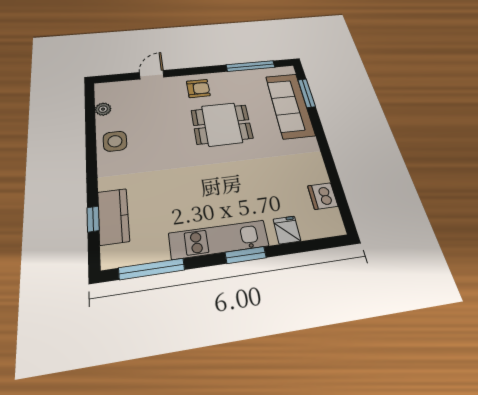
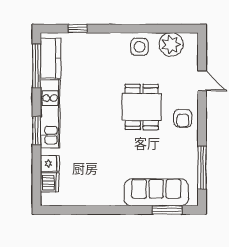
plant: (103, 109) -> (171, 44), width x1.87, depth x1.87
dining table: (222, 124) -> (142, 107), moved
dishwasher: (323, 196) -> (50, 182), moved, turned 90
kitchen counter: (113, 216) -> (51, 58), moved, turned -90

